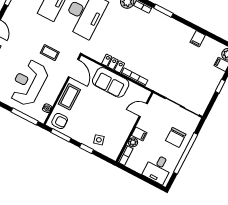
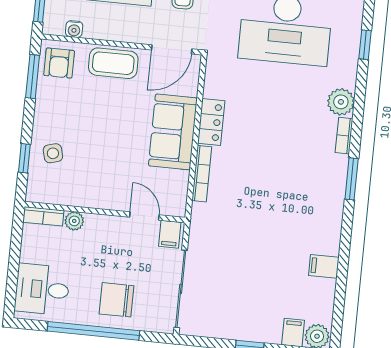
filing cabinet: (139, 134) -> (170, 234), moved
window: (86, 149) -> (24, 158), moved

